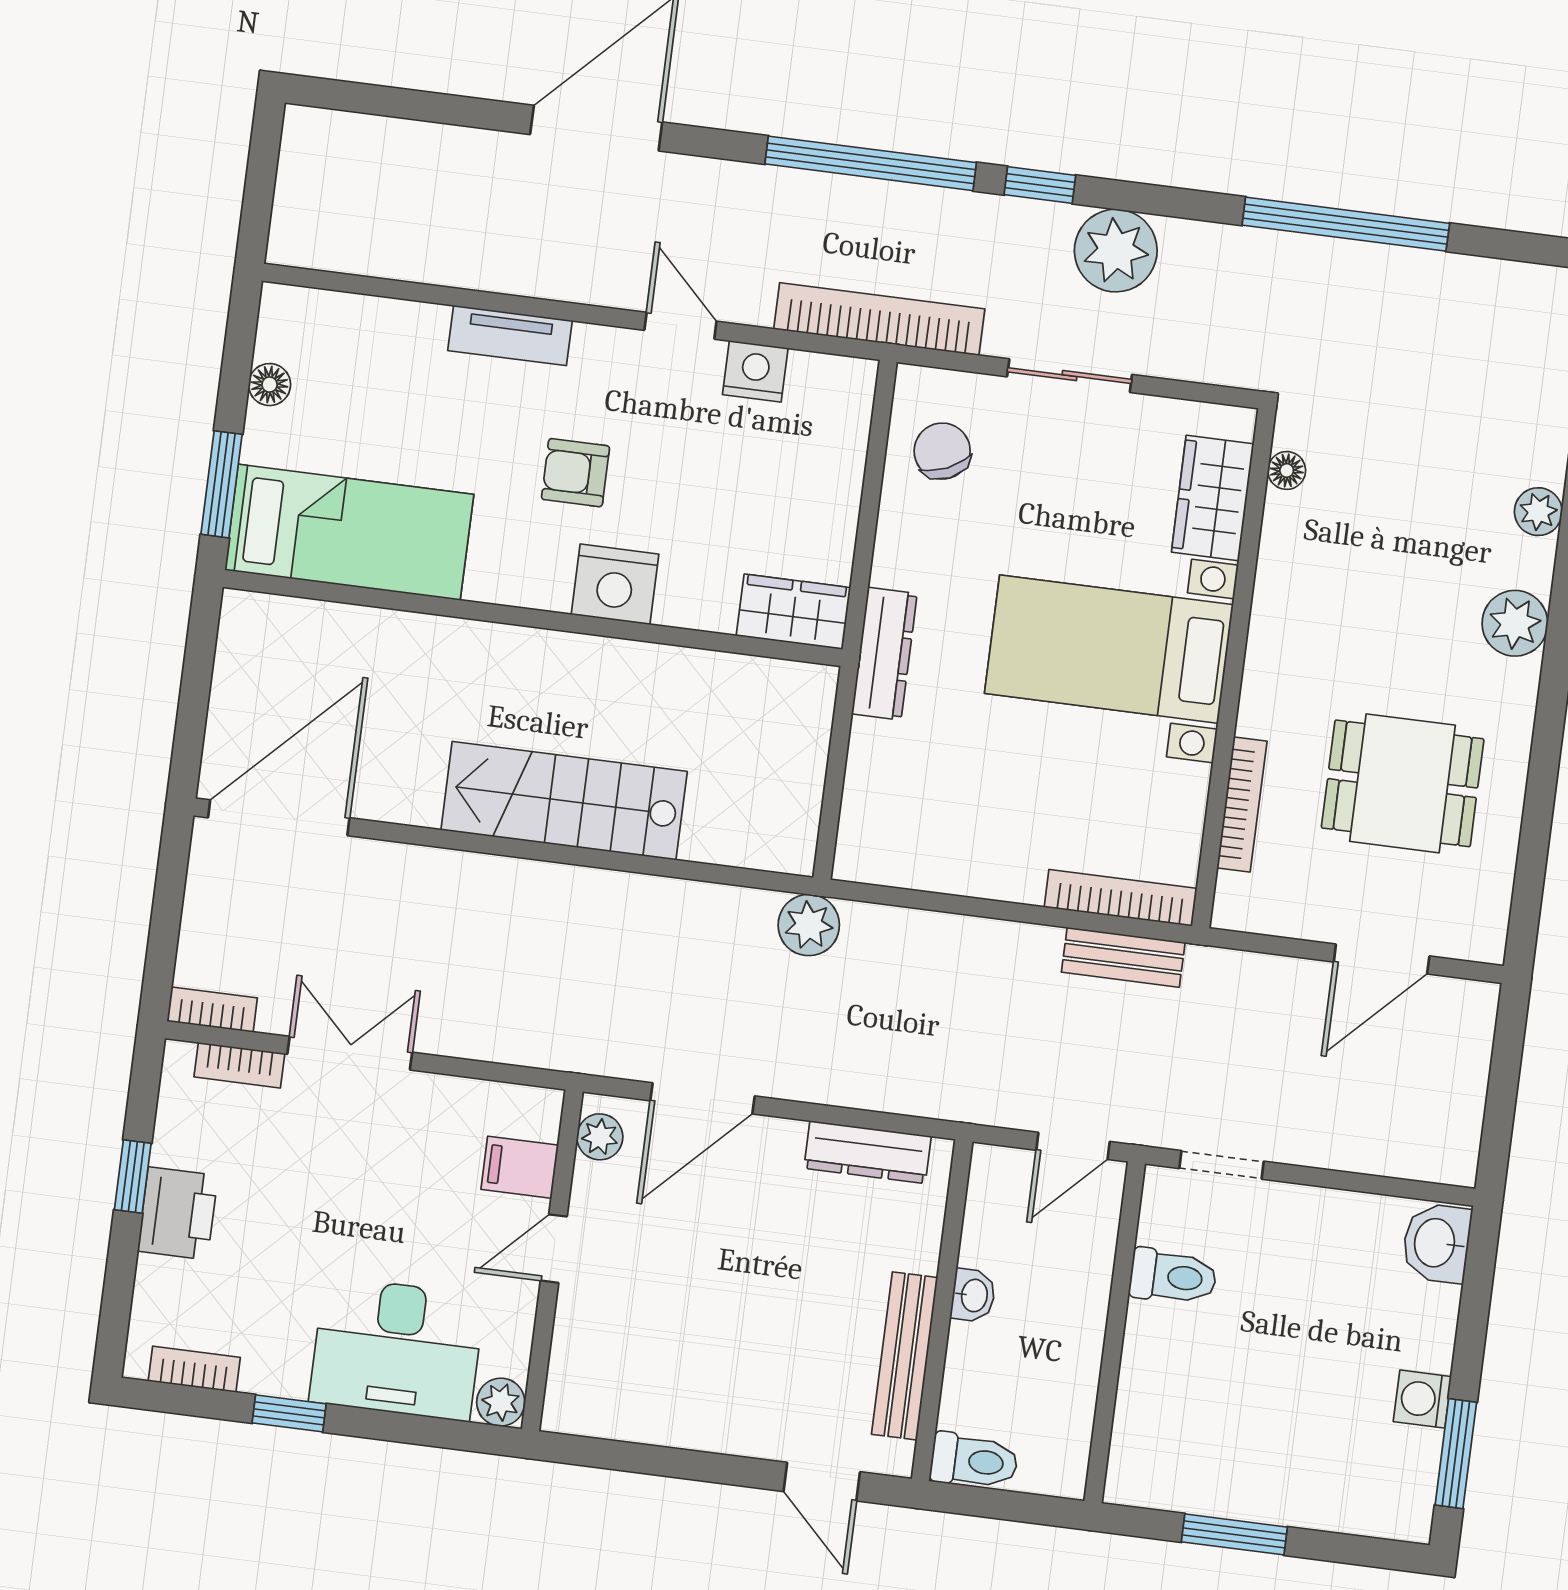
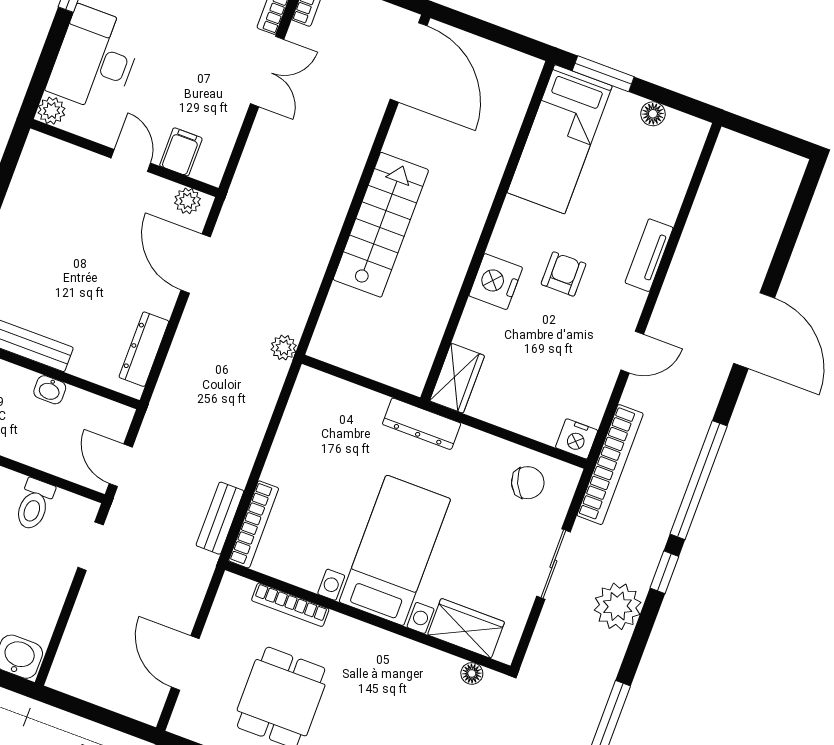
nightstand: (755, 371) -> (577, 439), moved, turned 90
plant: (809, 925) -> (284, 348), width x0.73, depth x0.73

